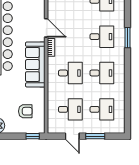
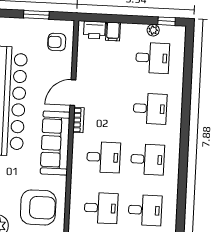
door: (46, 28) -> (73, 93), swing flipped
window: (127, 38) -> (186, 112), removed
armchair: (25, 111) -> (38, 207), width x1.88, depth x1.88

